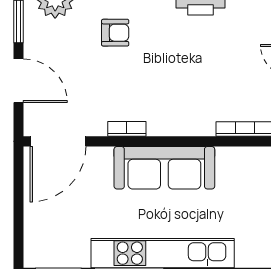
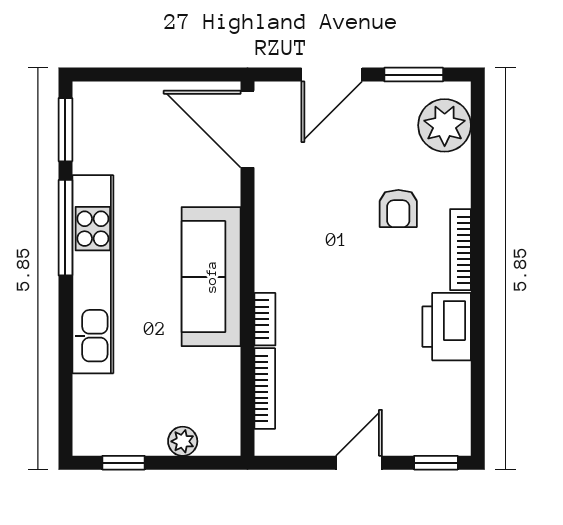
bookcase: (127, 129) -> (265, 319), moved

